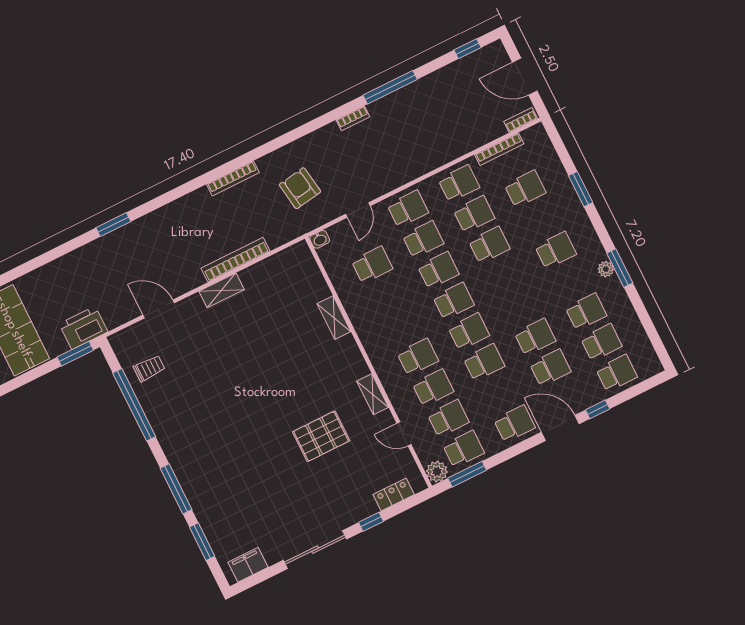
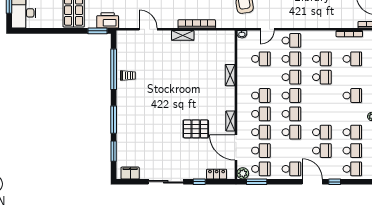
school desk: (459, 183) -> (261, 96), moved
trolley: (149, 368) -> (128, 75), moved
door: (404, 434) -> (236, 147), width x1.88

